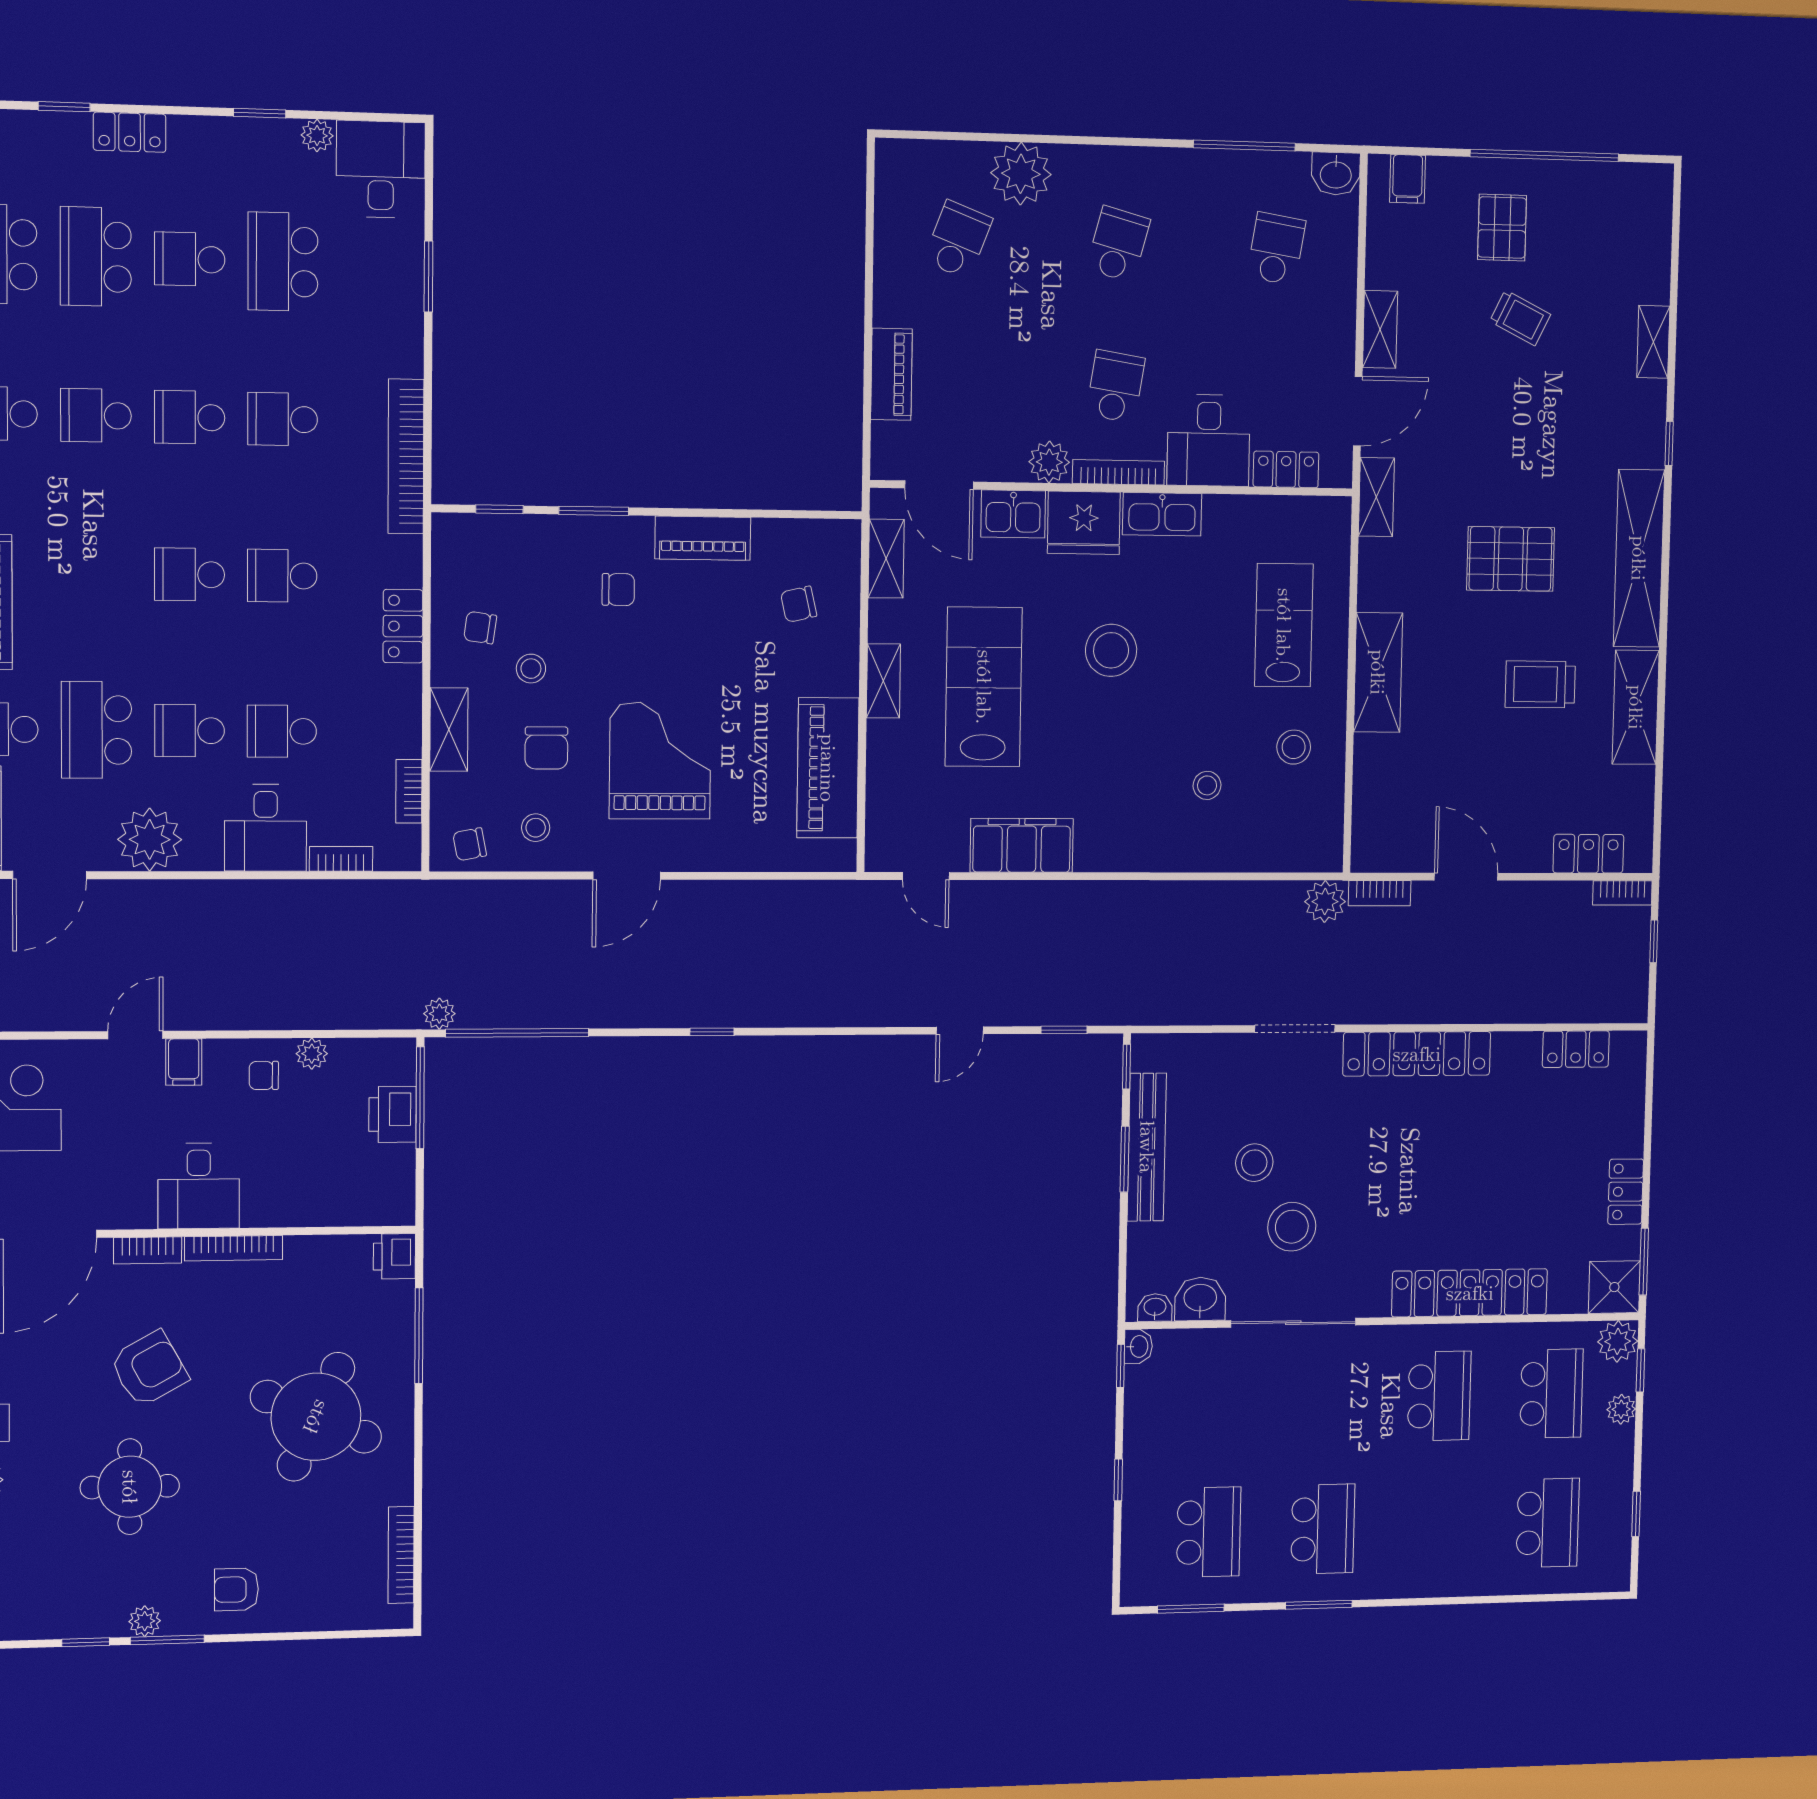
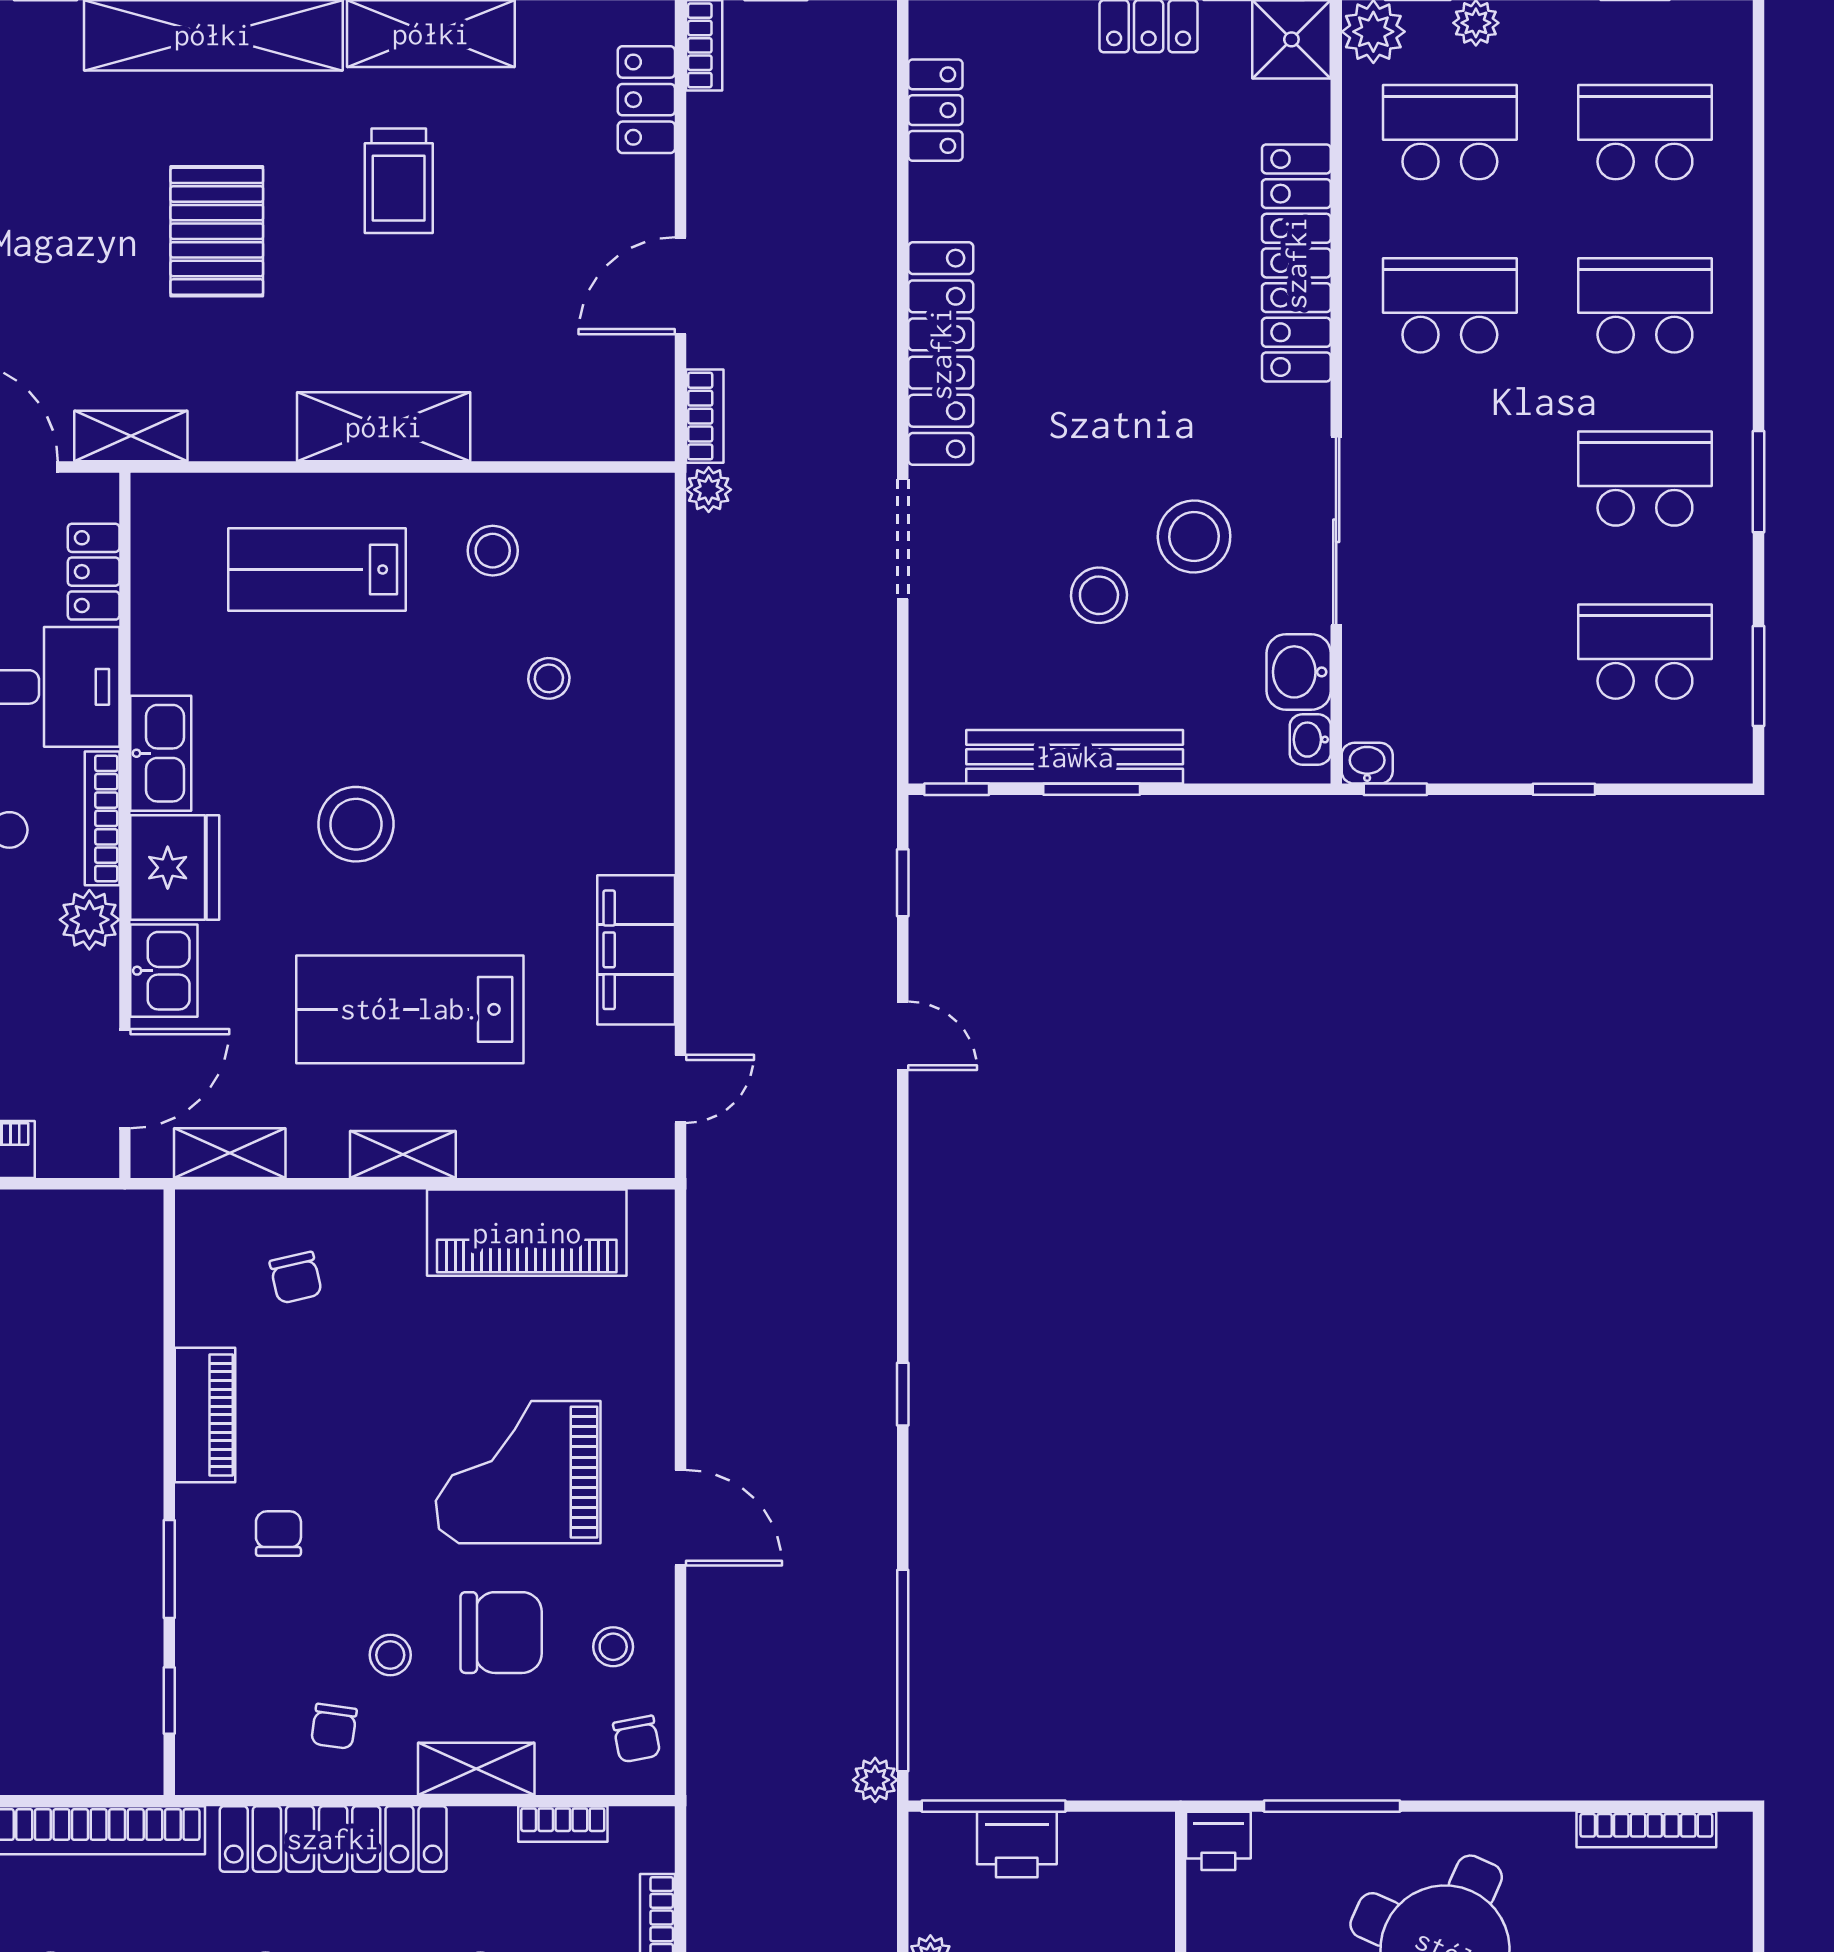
locker: (403, 626) -> (333, 1839), width x2.16, depth x1.21
chair: (546, 748) -> (501, 1633), width x1.37, depth x1.37
plant: (1325, 902) -> (709, 490), width x0.73, depth x0.73
school desk: (1436, 1526) -> (1645, 305), added

